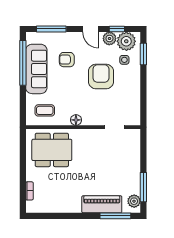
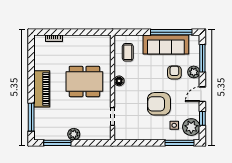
plant: (109, 38) -> (194, 72), moved
window: (143, 54) -> (179, 143), width x1.44
armchair: (101, 76) -> (159, 104), turned 180
dining table: (52, 150) -> (84, 81), moved, turned 90
plant: (134, 201) -> (74, 134), moved
piano: (102, 204) -> (42, 89), moved

